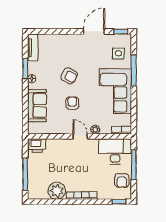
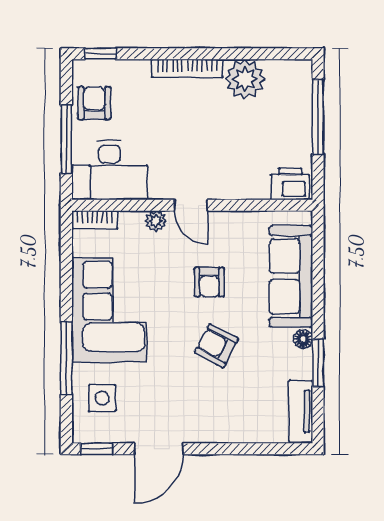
sofa: (37, 106) -> (291, 276), width x1.36

